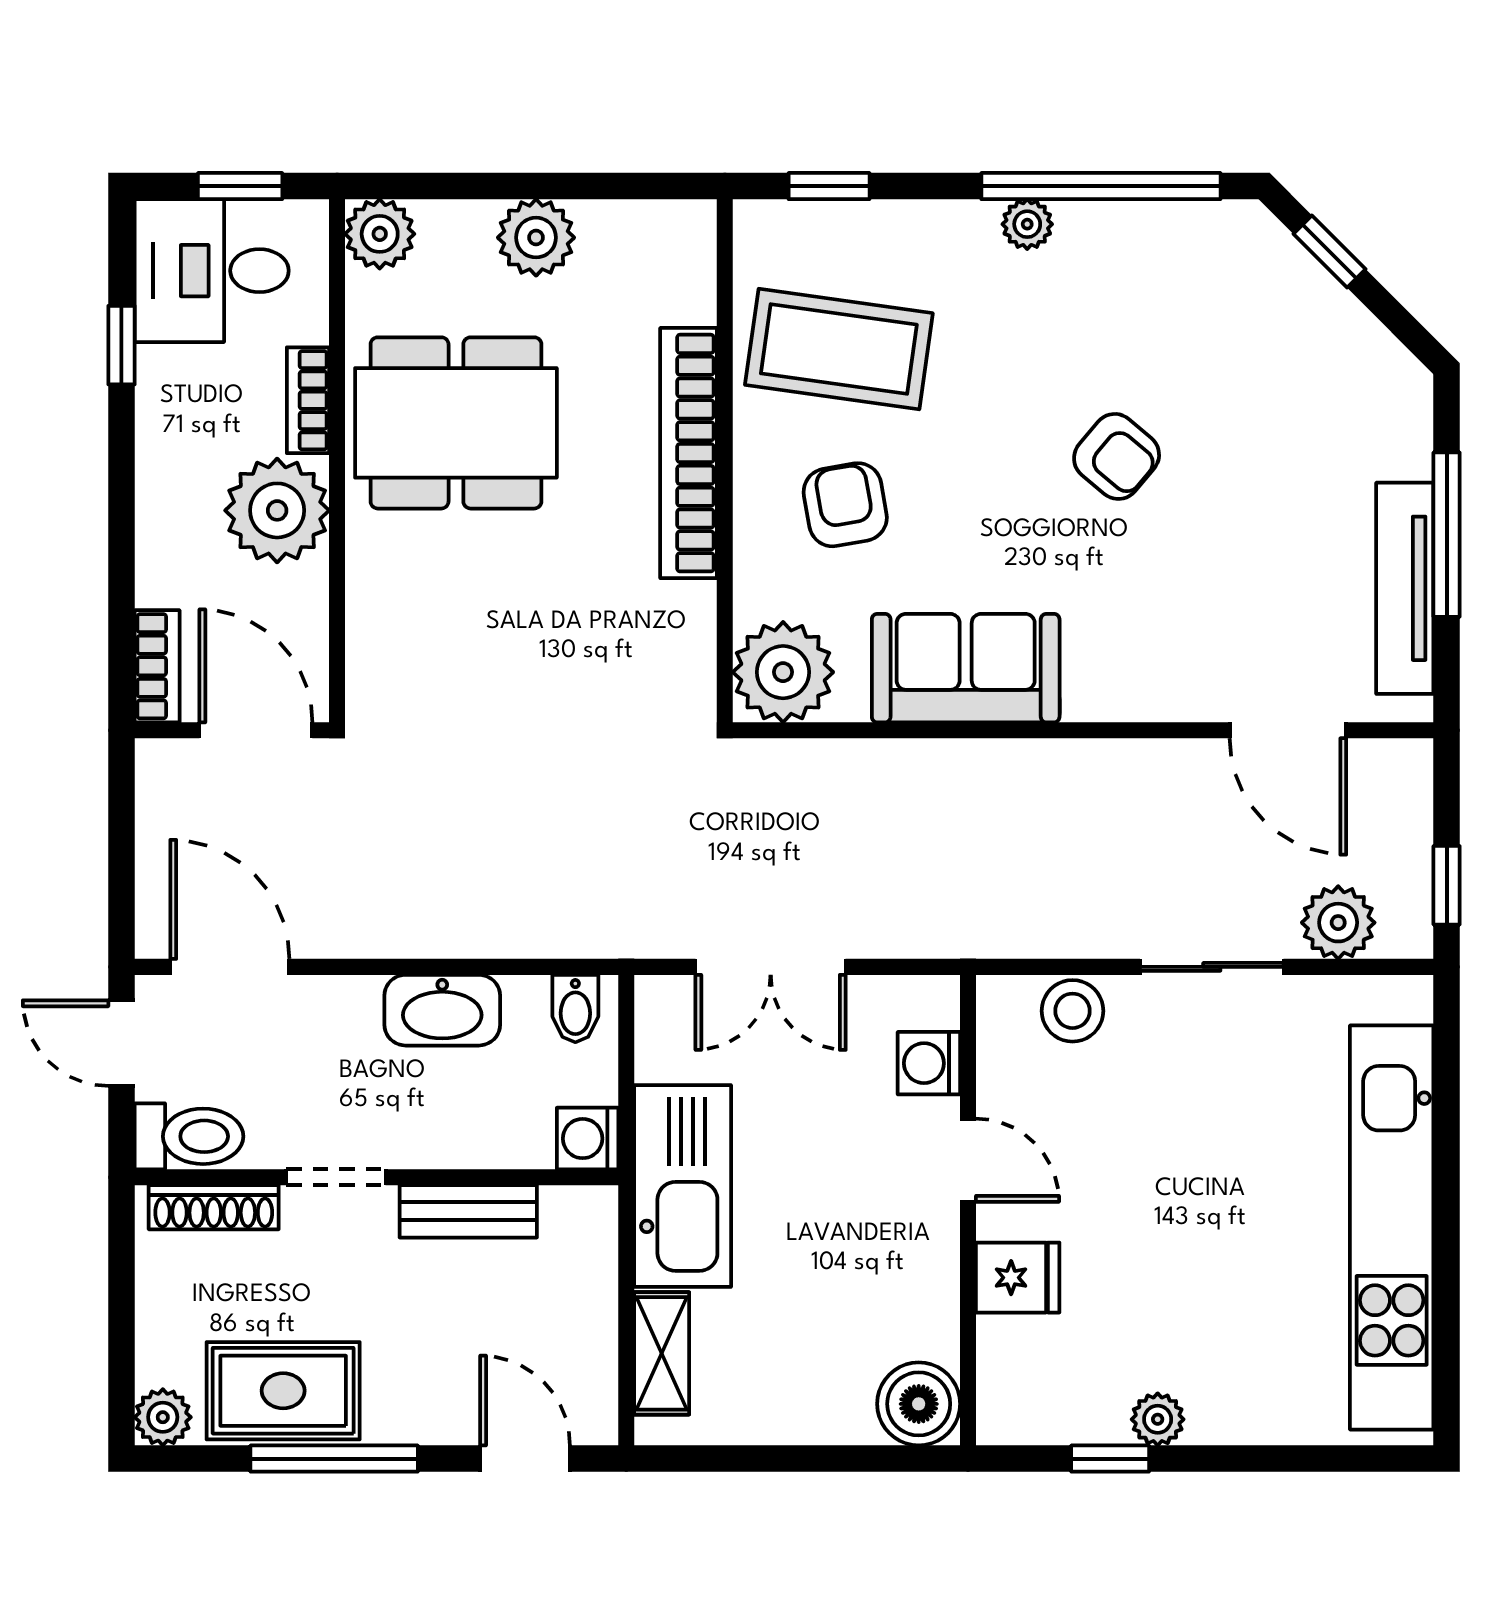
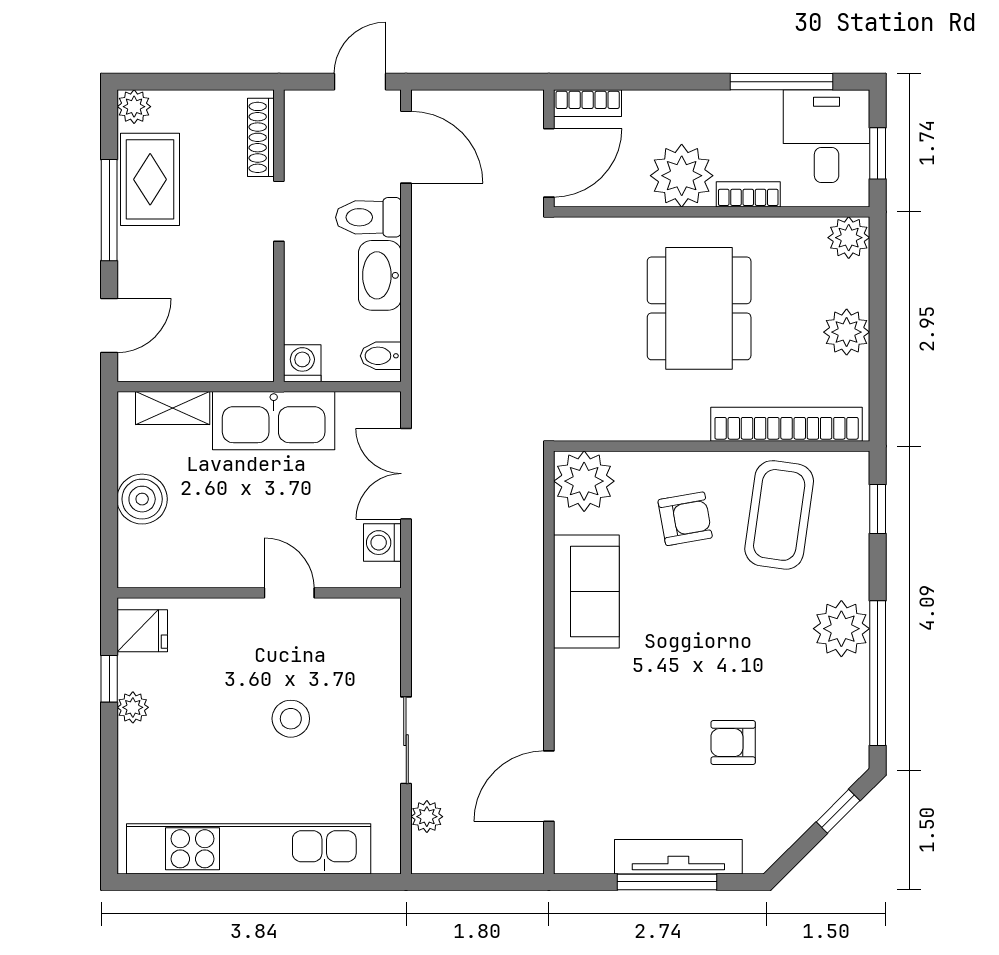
plant: (1027, 224) -> (841, 629), width x1.88, depth x1.88
window: (121, 345) -> (782, 82), width x2.17
dining table: (456, 423) -> (699, 308), moved
bookcase: (689, 453) -> (787, 424), moved
armchair: (1117, 456) -> (733, 743), moved, turned 50
tv unit: (1405, 588) -> (678, 857), moved
window: (1447, 885) -> (455, 882), removed
plant: (1338, 923) -> (427, 817), width x0.73, depth x0.73
door: (230, 967) -> (406, 147), hinge flipped
stool: (1072, 1011) -> (291, 719), moved
washing machine: (929, 1063) -> (382, 543), moved, turned -90
toilet: (189, 1136) -> (368, 217), moved, turned 90
door: (968, 1160) -> (289, 593), swing flipped
bench: (468, 1211) -> (258, 291), removed
fridge: (1018, 1278) -> (142, 631), moved, turned -90
boiler: (919, 1404) -> (142, 499), moved

